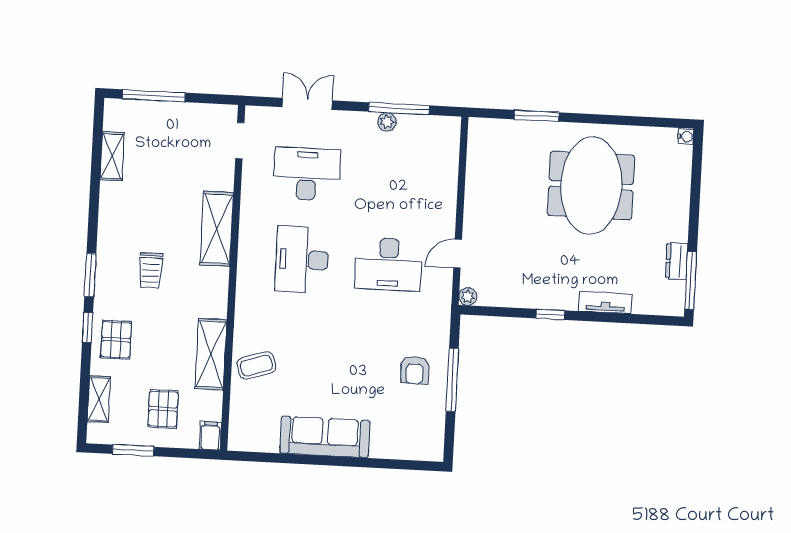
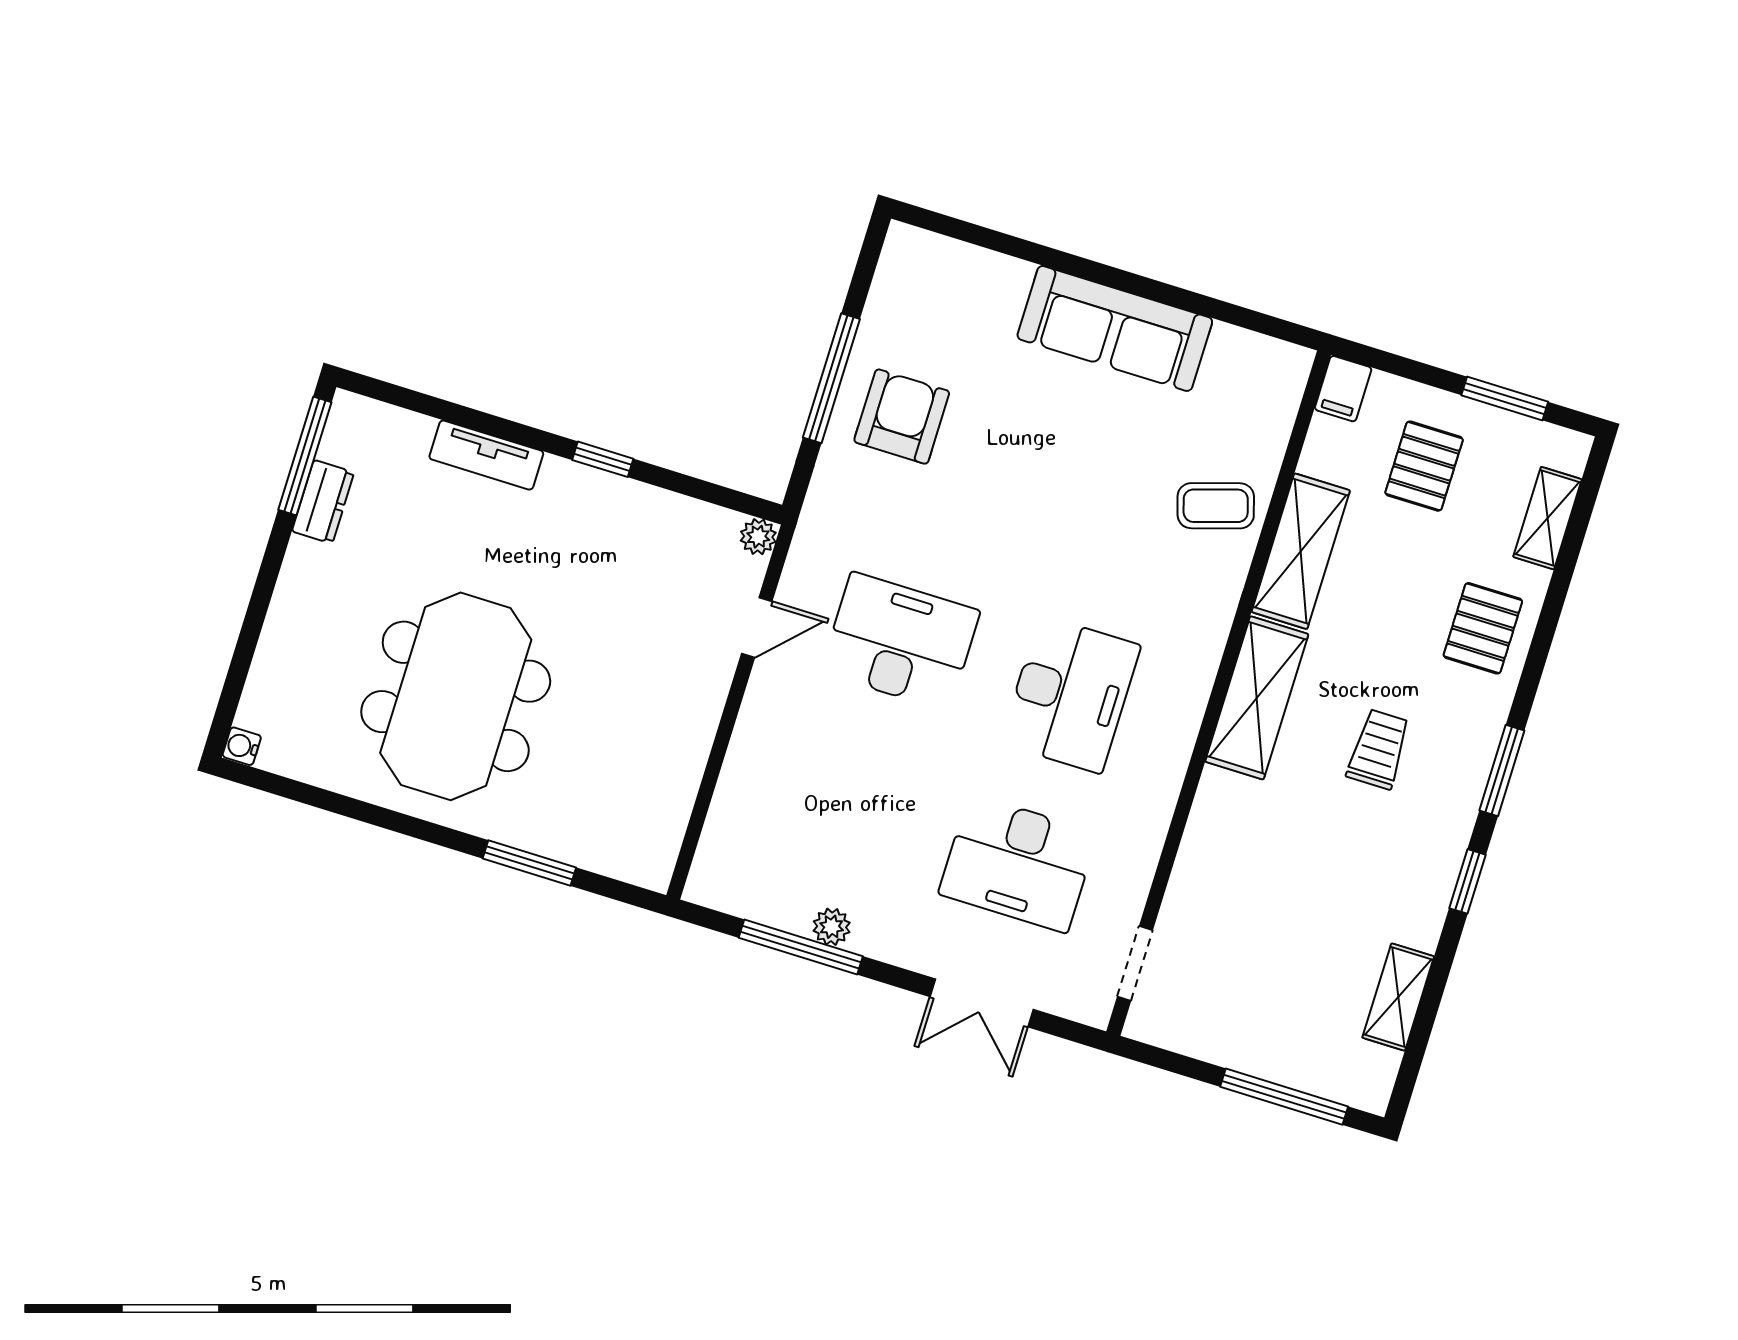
shelving: (217, 229) -> (1257, 698), moved
window: (88, 328) -> (1467, 881), moved
armchair: (415, 370) -> (902, 417), width x1.38, depth x1.38

